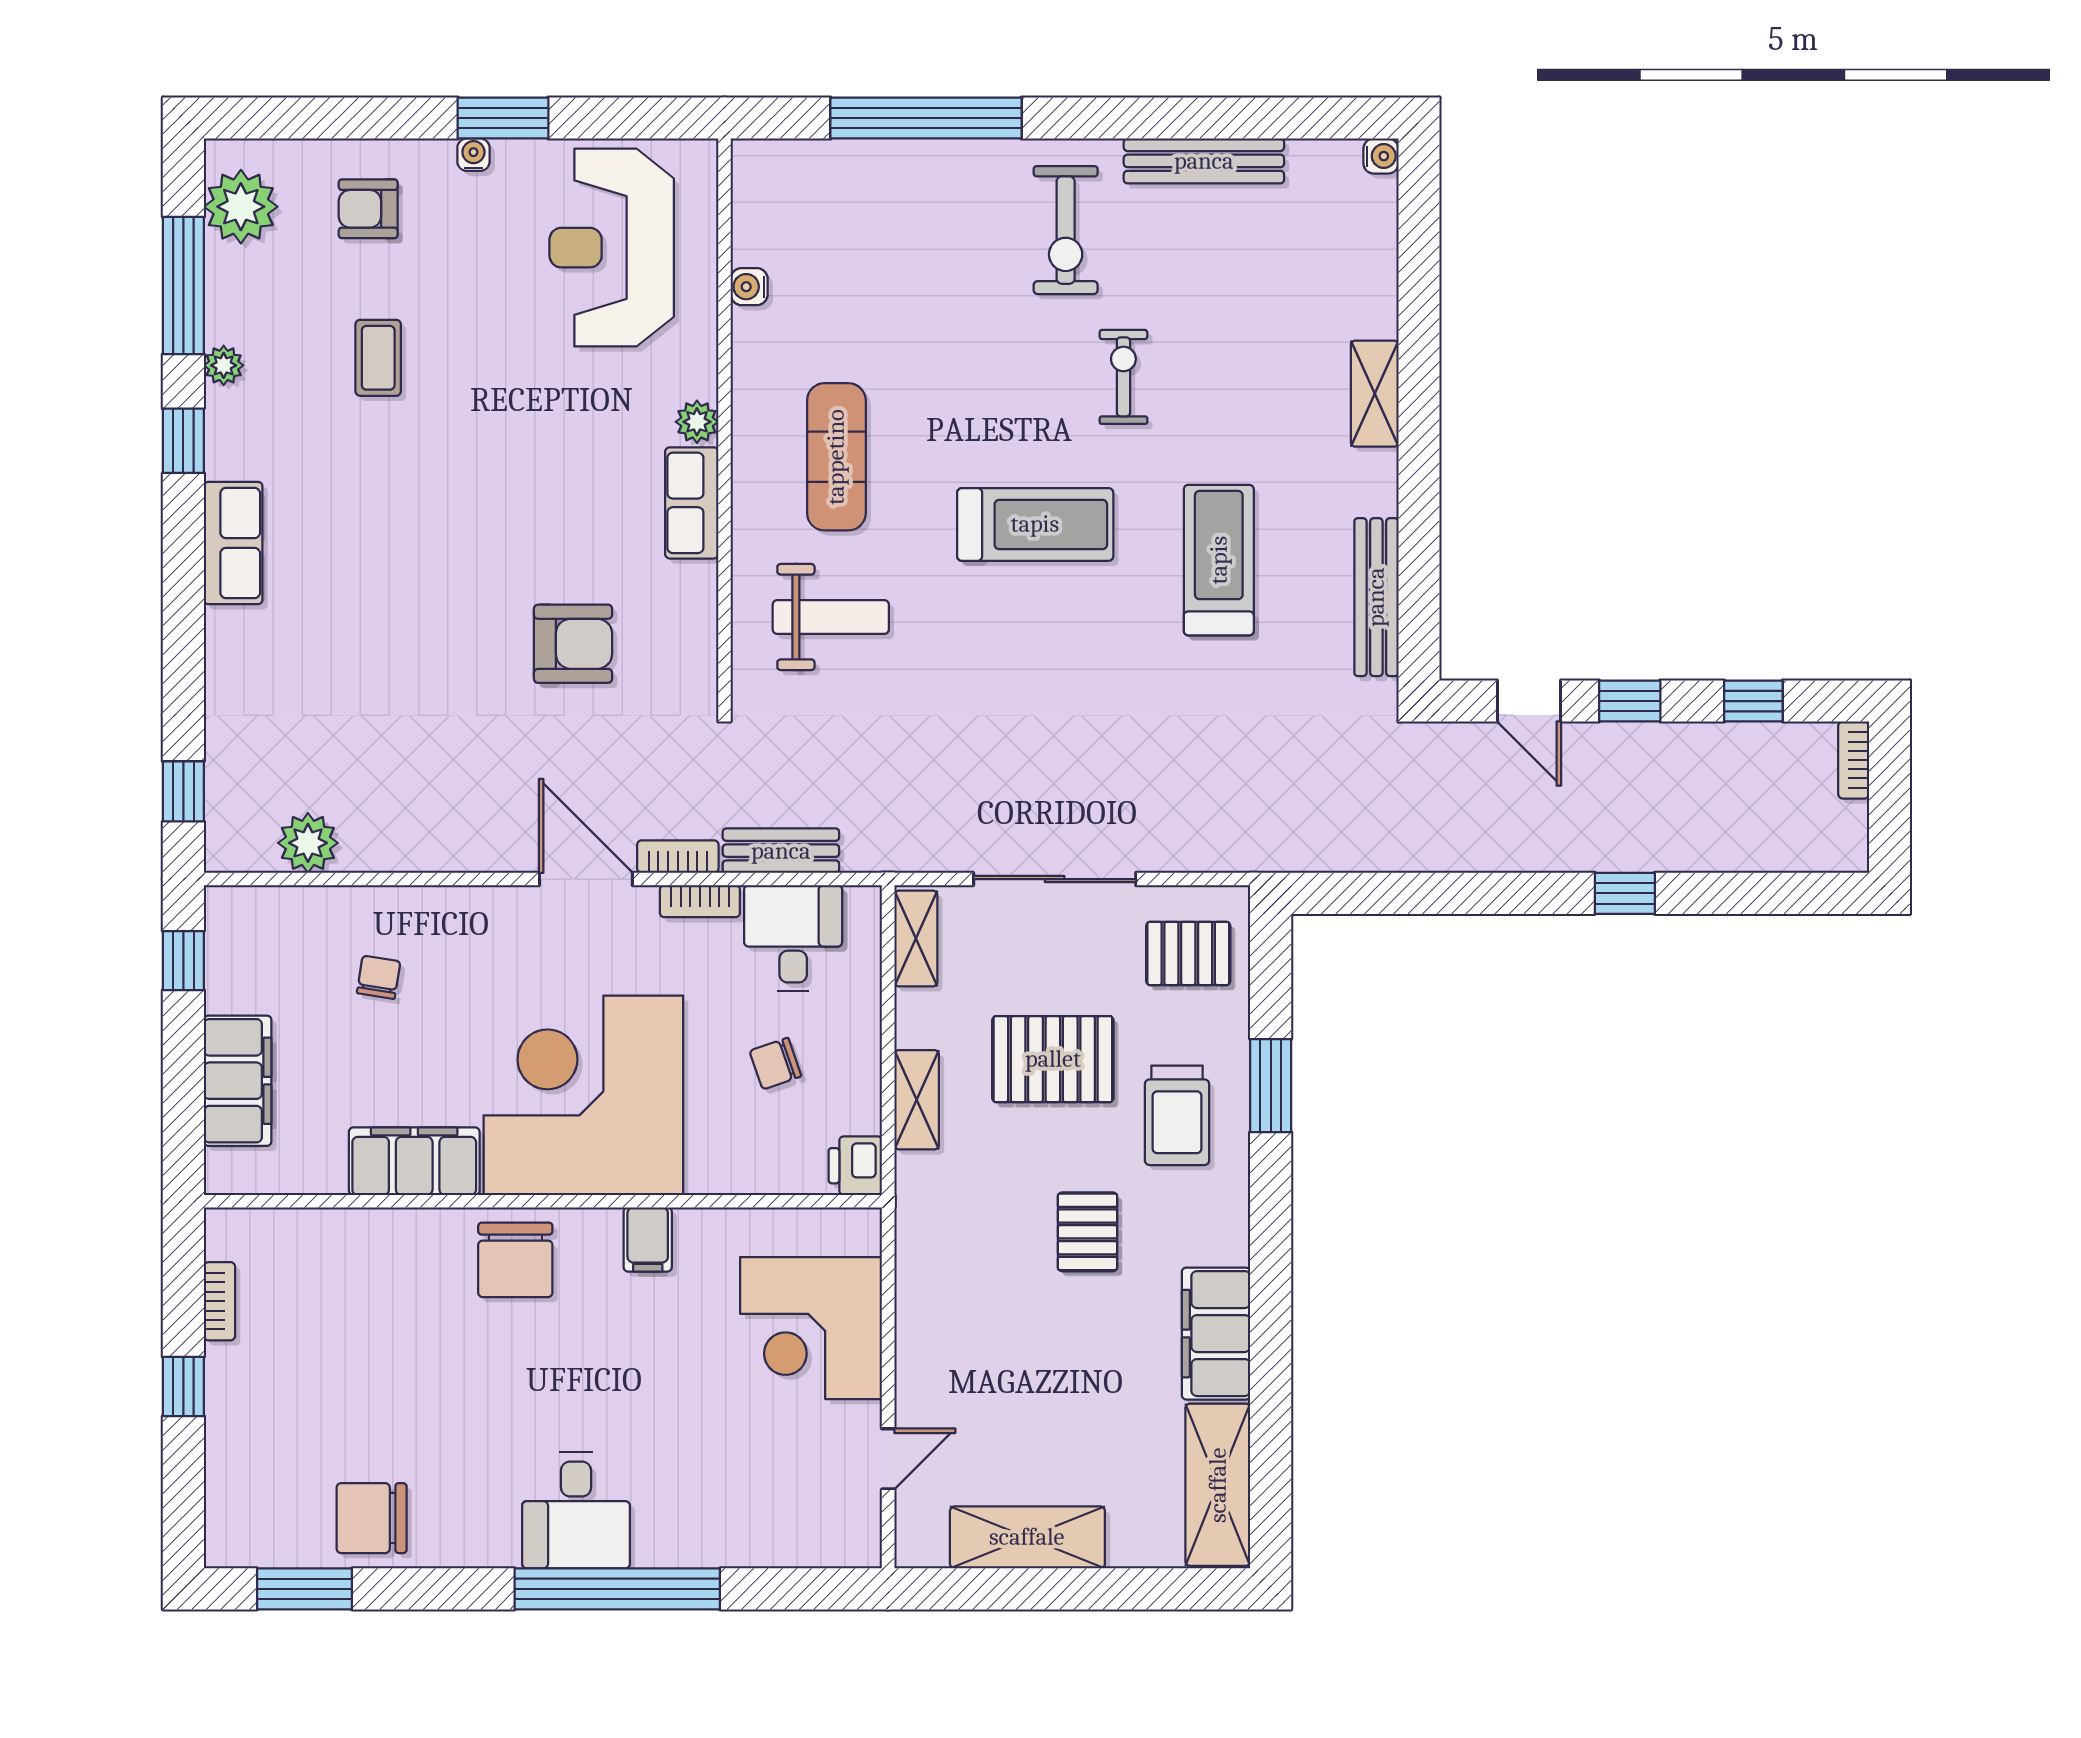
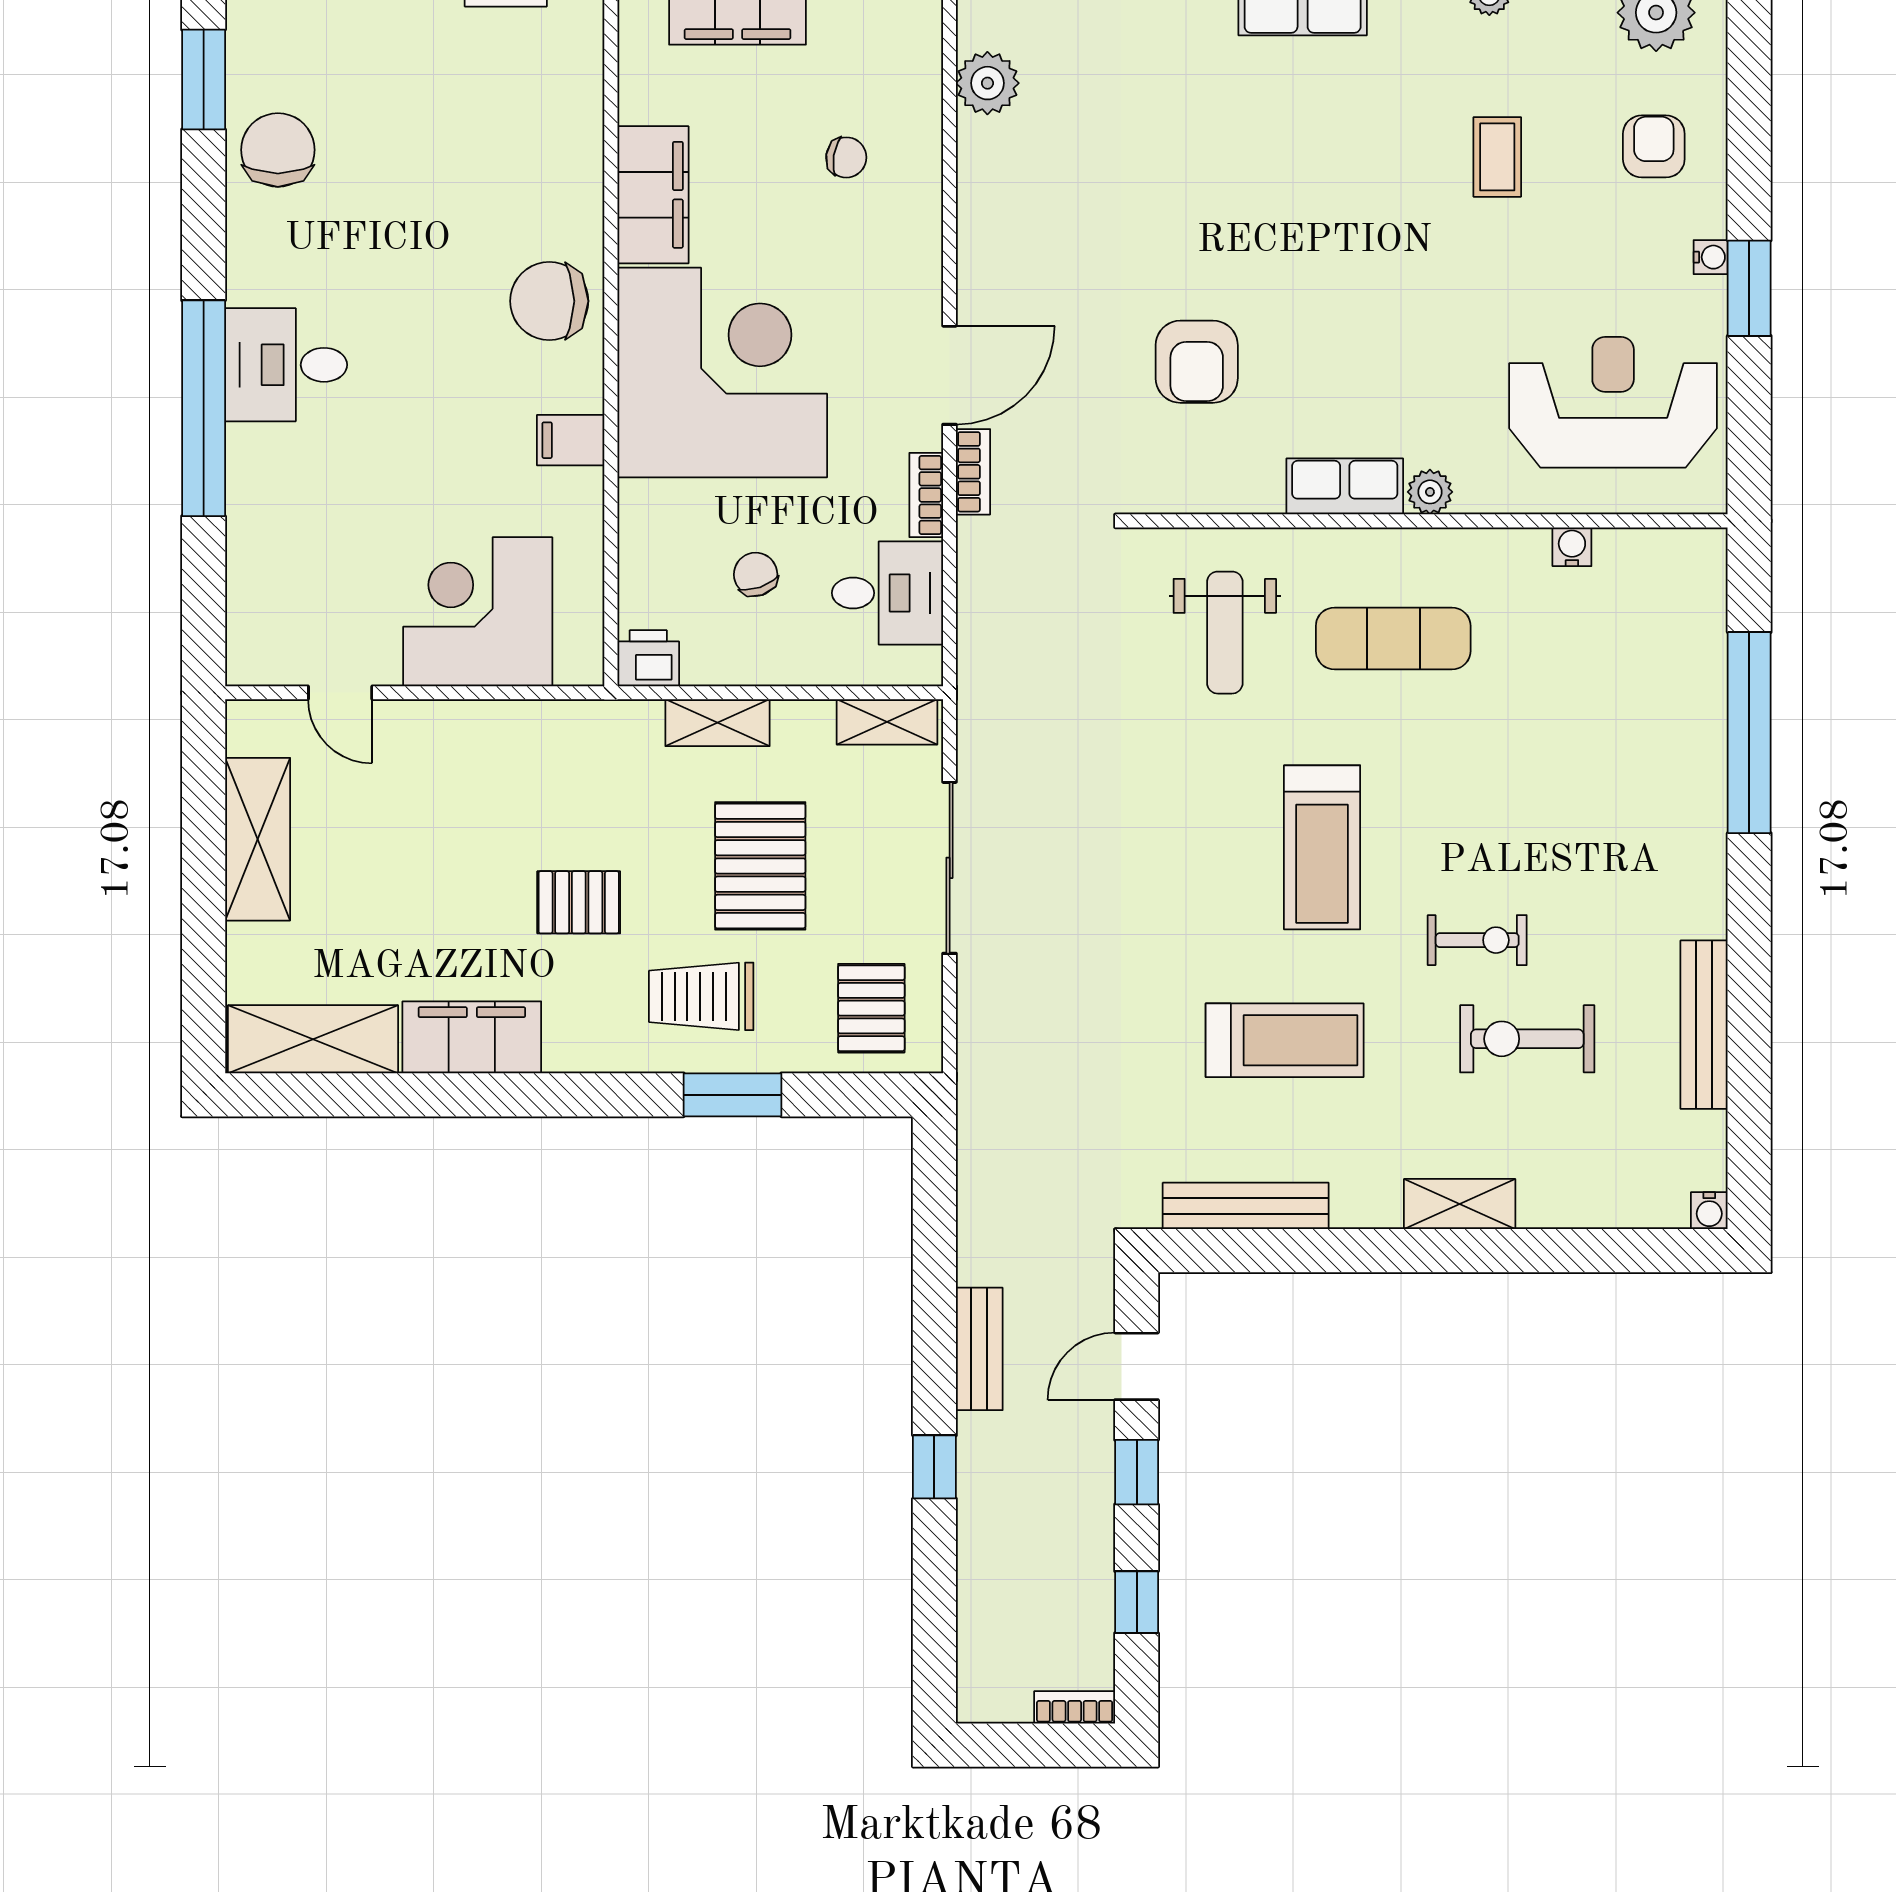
exercise bike: (1066, 230) -> (1527, 1039), moved
coffee table: (378, 358) -> (1497, 157), turned 90
bench: (781, 851) -> (979, 1349), moved

